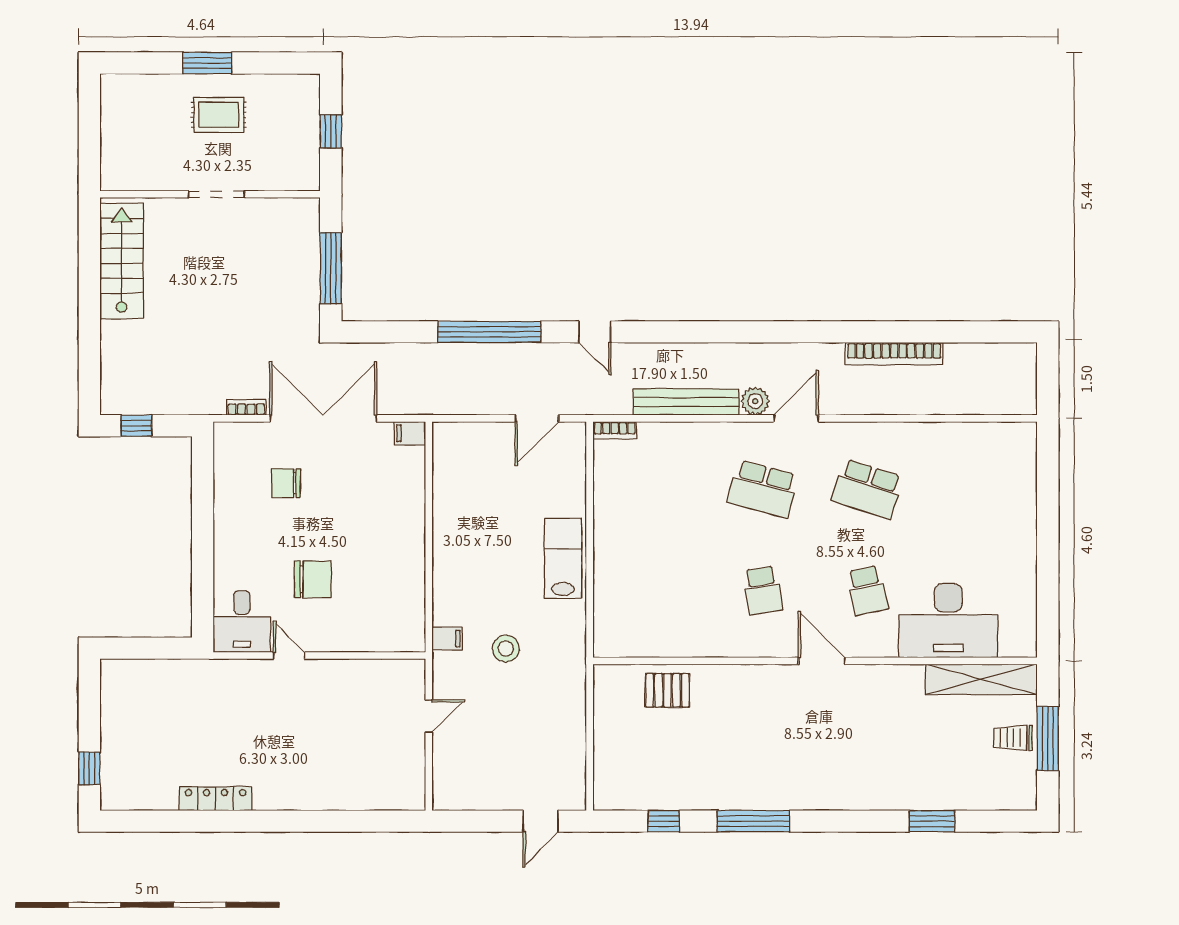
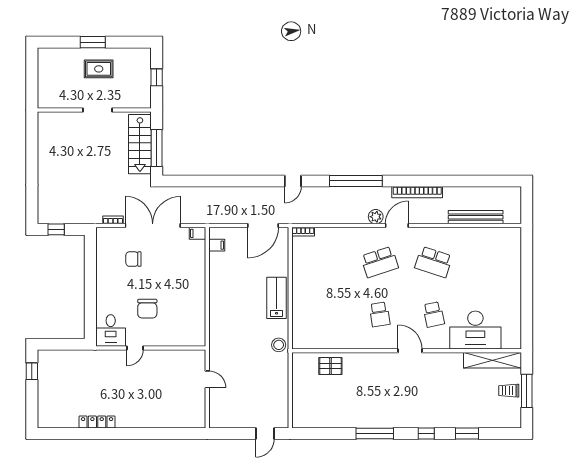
stairs: (122, 261) -> (140, 144), moved, turned 180
window: (489, 332) -> (356, 181), moved
door: (595, 332) -> (293, 181), hinge flipped
bookcase: (894, 354) -> (417, 192), moved
bench: (686, 402) -> (476, 217), moved
door: (537, 418) -> (263, 226), width x1.36
school desk: (763, 489) -> (380, 262), turned -33
chair: (313, 579) -> (147, 309), turned 90
filing cabinet: (447, 638) -> (217, 245), moved
stool: (506, 649) -> (279, 345), moved
door: (289, 656) -> (135, 348), swing flipped
door: (429, 716) -> (207, 379), hinge flipped
window: (89, 768) -> (32, 371), moved
window: (664, 821) -> (426, 434), moved

